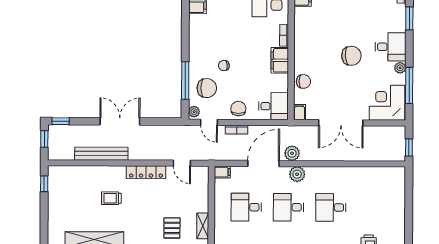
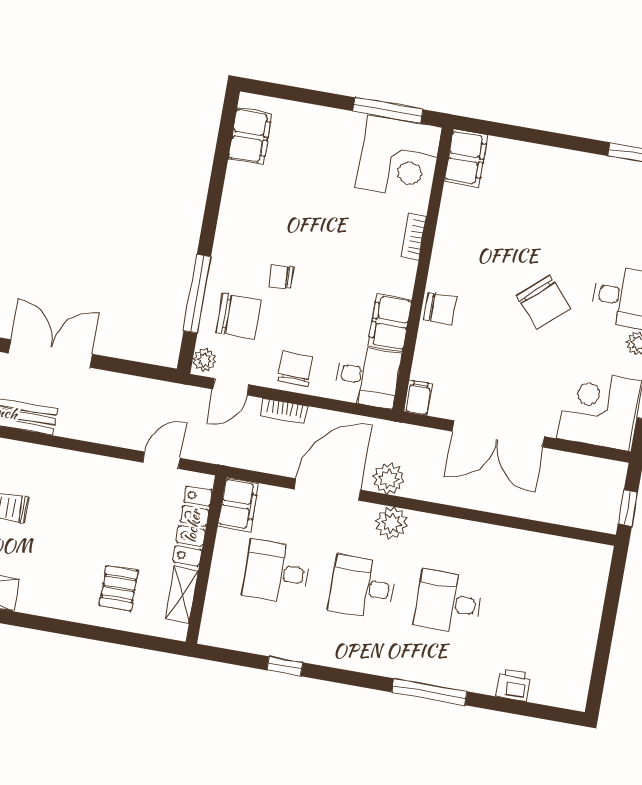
chair: (351, 56) -> (543, 302), turned 52
filing cabinet: (280, 60) -> (390, 323), moved
chair: (303, 81) -> (440, 309), moved
door: (209, 122) -> (231, 387), hinge flipped
door: (182, 163) -> (161, 460), swing flipped
locker: (146, 172) -> (193, 526), moved, turned 90
filing cabinet: (222, 172) -> (238, 505), width x2.00

